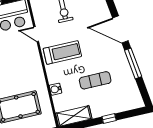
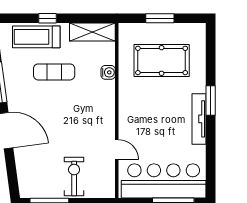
treadmill: (62, 52) -> (36, 37), moved

